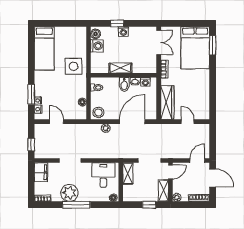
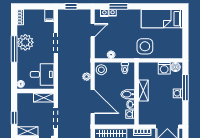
window: (117, 23) -> (185, 88), width x2.17
filing cabinet: (41, 172) -> (49, 16), width x0.50

